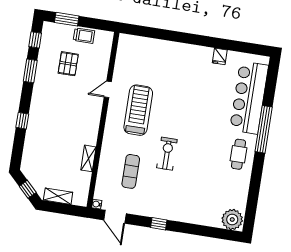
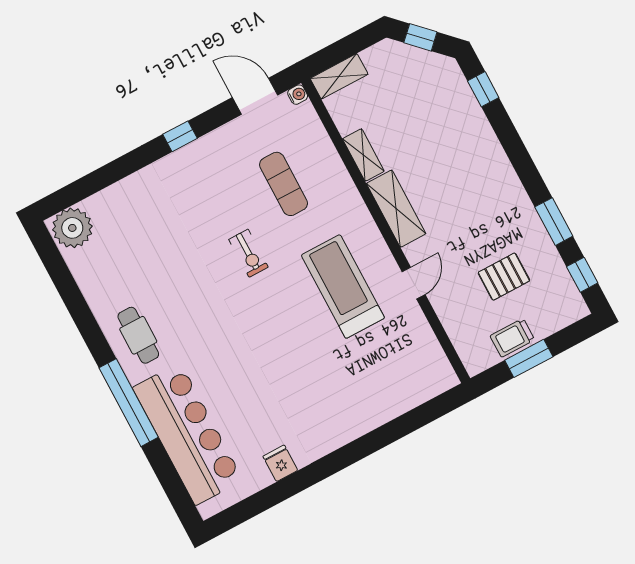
window: (67, 19) -> (529, 358), moved
pallet: (68, 64) -> (504, 277), turned 90
treadmill: (138, 110) -> (343, 287), turned 180
window: (22, 121) -> (483, 89), moved
shelving: (92, 126) -> (396, 209), added
exercise bike: (167, 154) -> (249, 253), width x0.73, depth x0.72
shelving: (58, 196) -> (339, 76), moved

